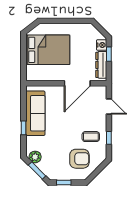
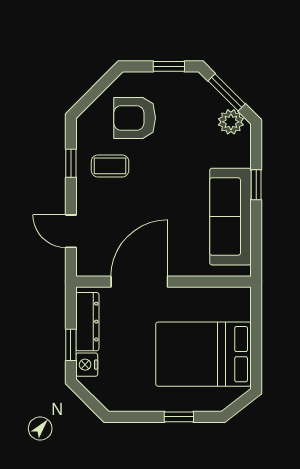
window: (59, 21) -> (179, 417), added

